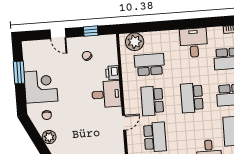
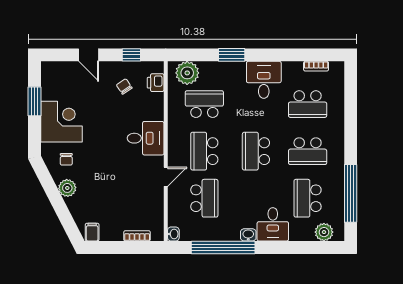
window: (168, 25) -> (232, 55), added
printer: (112, 73) -> (156, 83), moved

